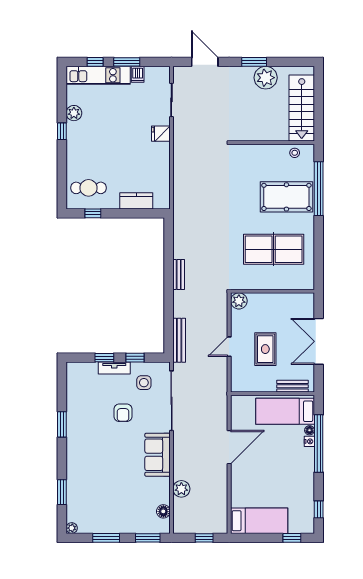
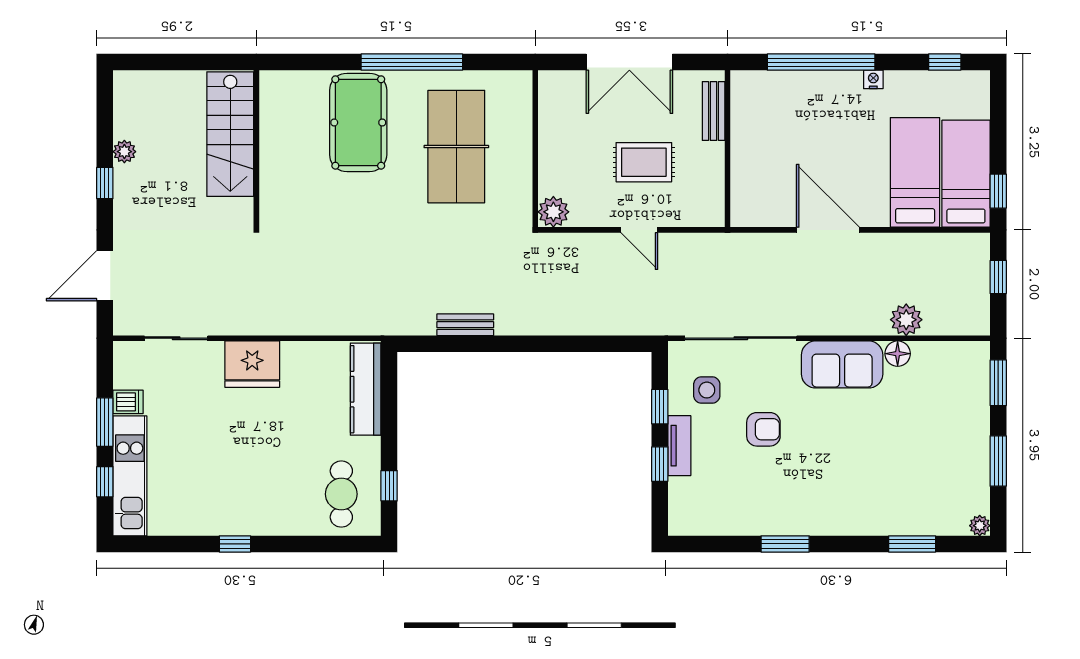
window: (254, 62) -> (105, 183), width x0.67
plant: (266, 78) -> (124, 152), width x0.53, depth x0.53
stairs: (302, 108) -> (230, 134), moved, turned 90
plant: (74, 113) -> (201, 521), removed
fridge: (161, 134) -> (252, 364), width x1.88, depth x1.34
stool: (295, 153) -> (275, 107), removed
window: (319, 189) -> (412, 62), moved
kitchen counter: (136, 201) -> (366, 389), width x1.50
bench: (179, 274) -> (465, 325), moved
bench: (179, 340) -> (627, 324), removed
bed: (285, 411) -> (915, 172), moved, turned 180
floor lamp: (310, 430) -> (796, 79), removed
nightstand: (309, 441) -> (873, 79), moved
floor lamp: (163, 511) -> (898, 354), moved
window: (292, 538) -> (998, 191), moved

